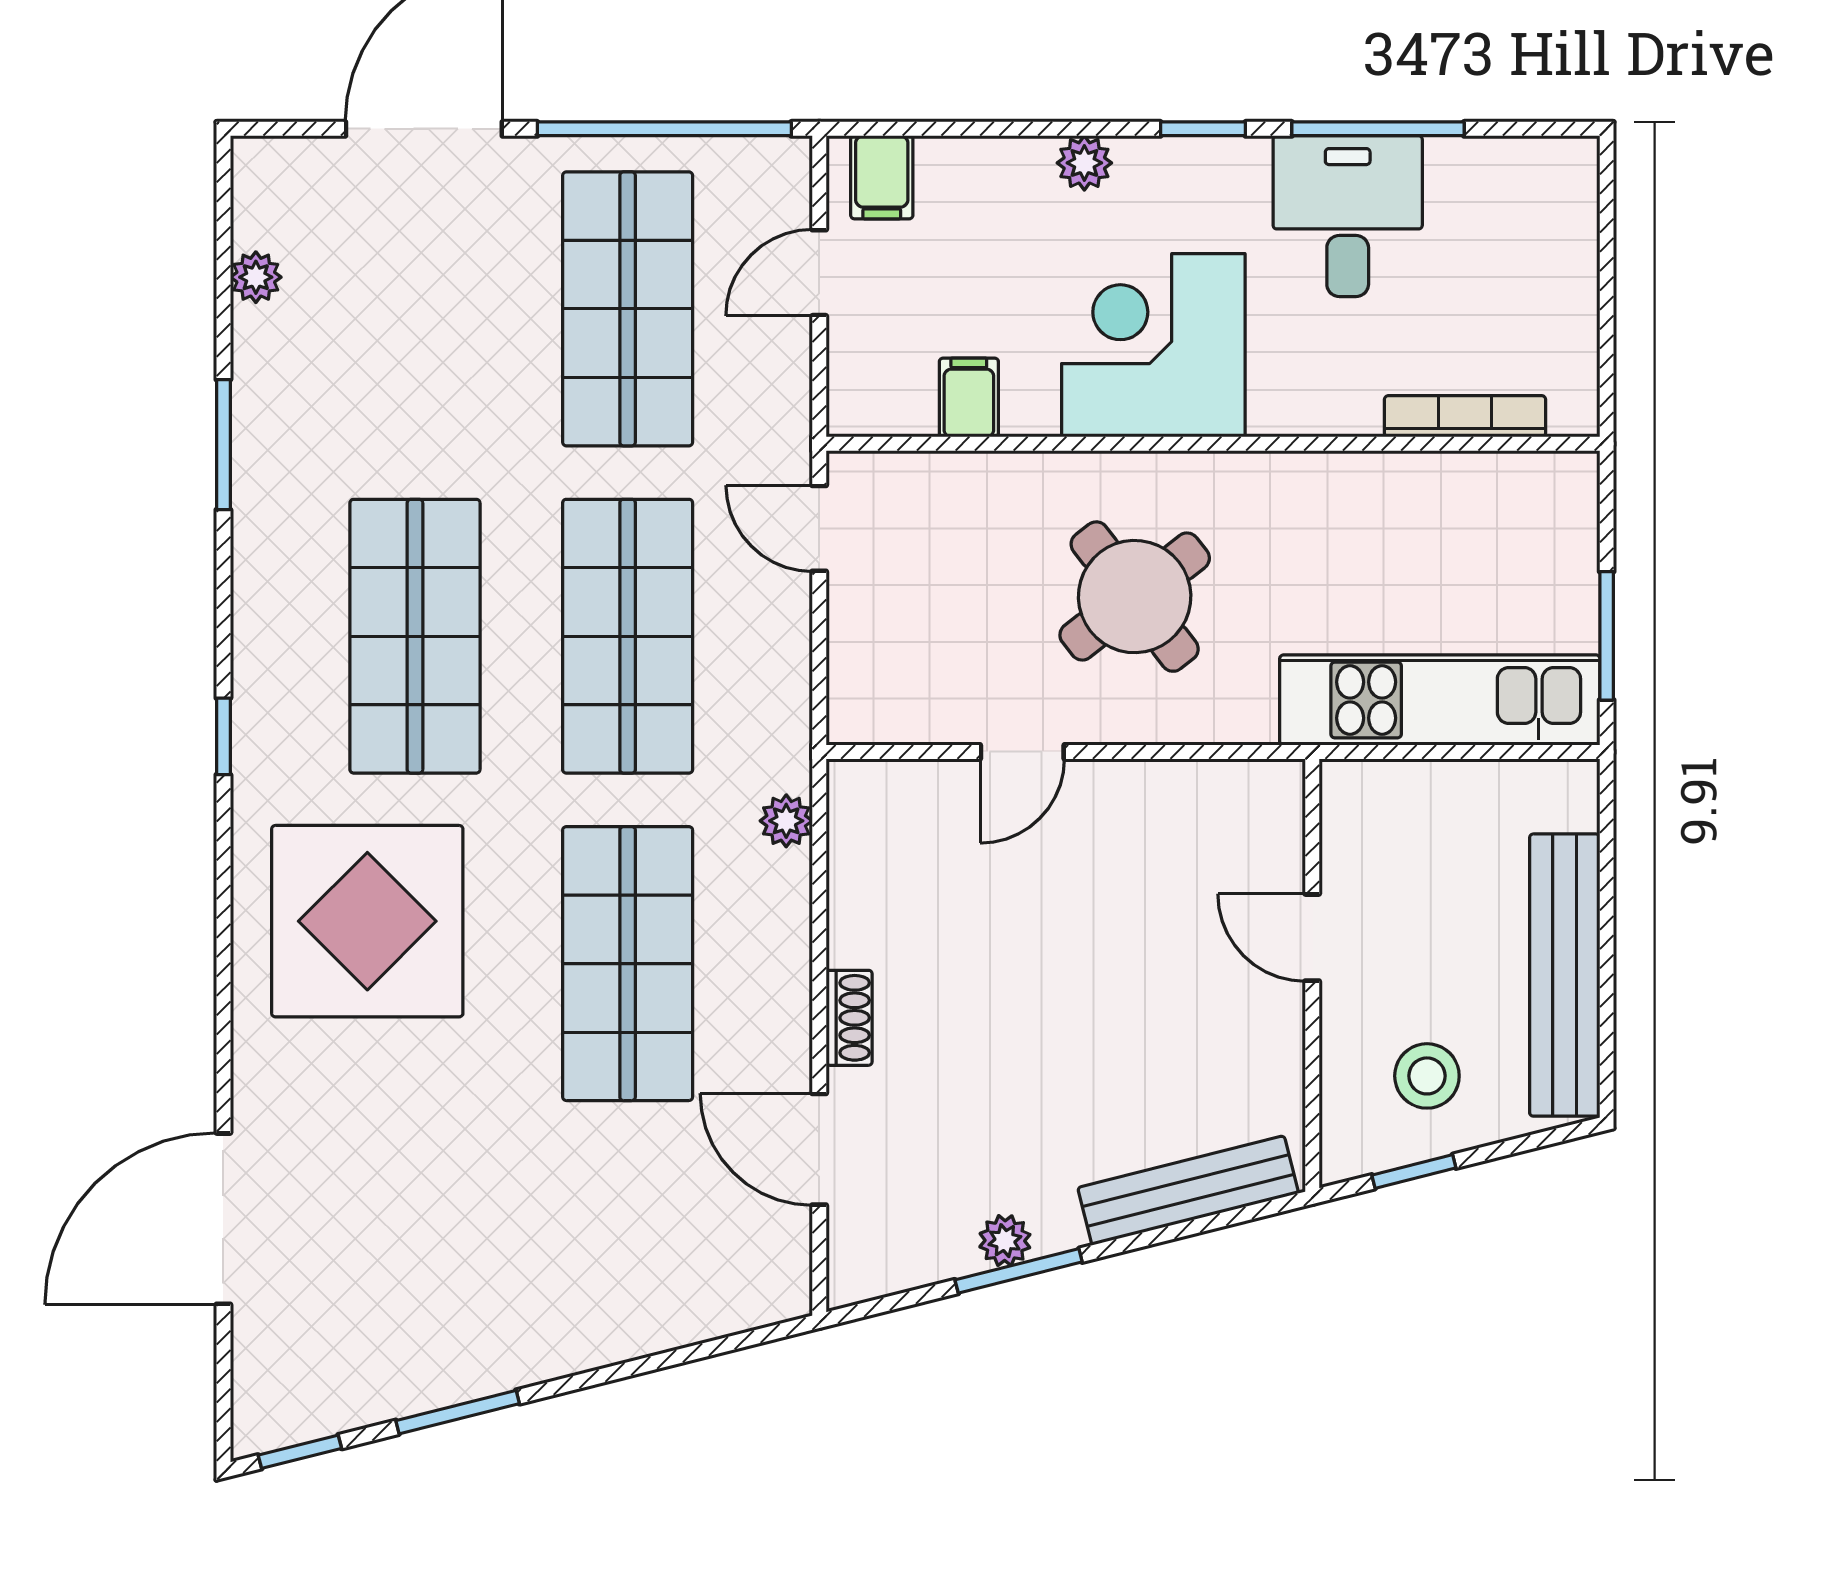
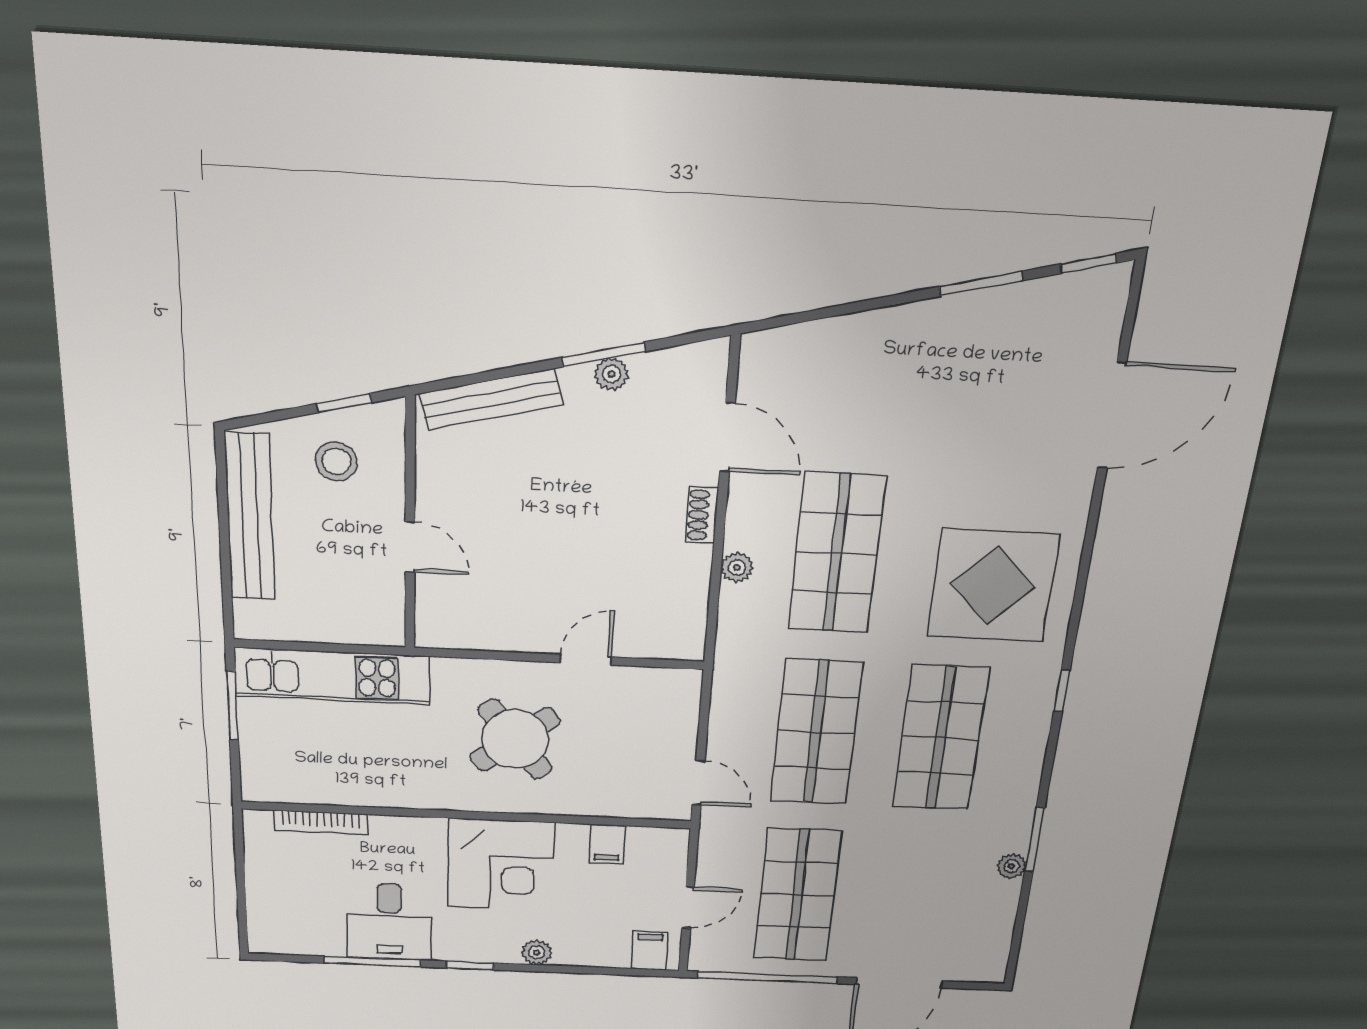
plant: (256, 277) -> (1012, 866), moved
plant: (786, 821) -> (737, 568), moved

